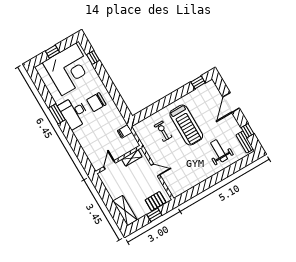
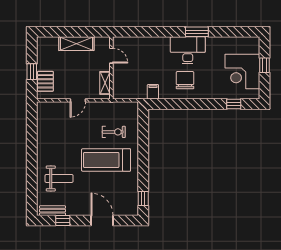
corner desk: (69, 69) -> (242, 72), width x0.74, depth x0.74
filing cabinet: (125, 131) -> (153, 92), moved
shelving: (125, 211) -> (76, 44), moved

